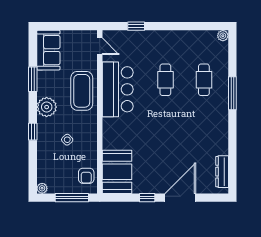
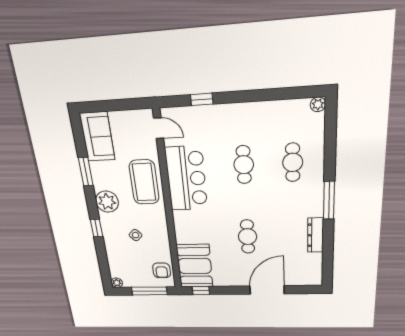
window: (232, 93) -> (329, 200), moved
cafe table: (165, 144) -> (248, 237), added
dresser: (222, 172) -> (316, 235), moved
window: (147, 198) -> (201, 291), moved

